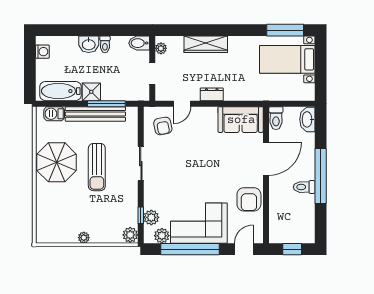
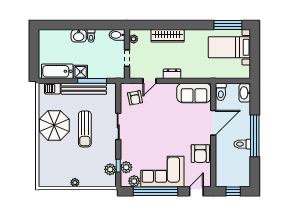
washing machine: (42, 52) -> (43, 41), removed
plant: (130, 235) -> (110, 169), moved

